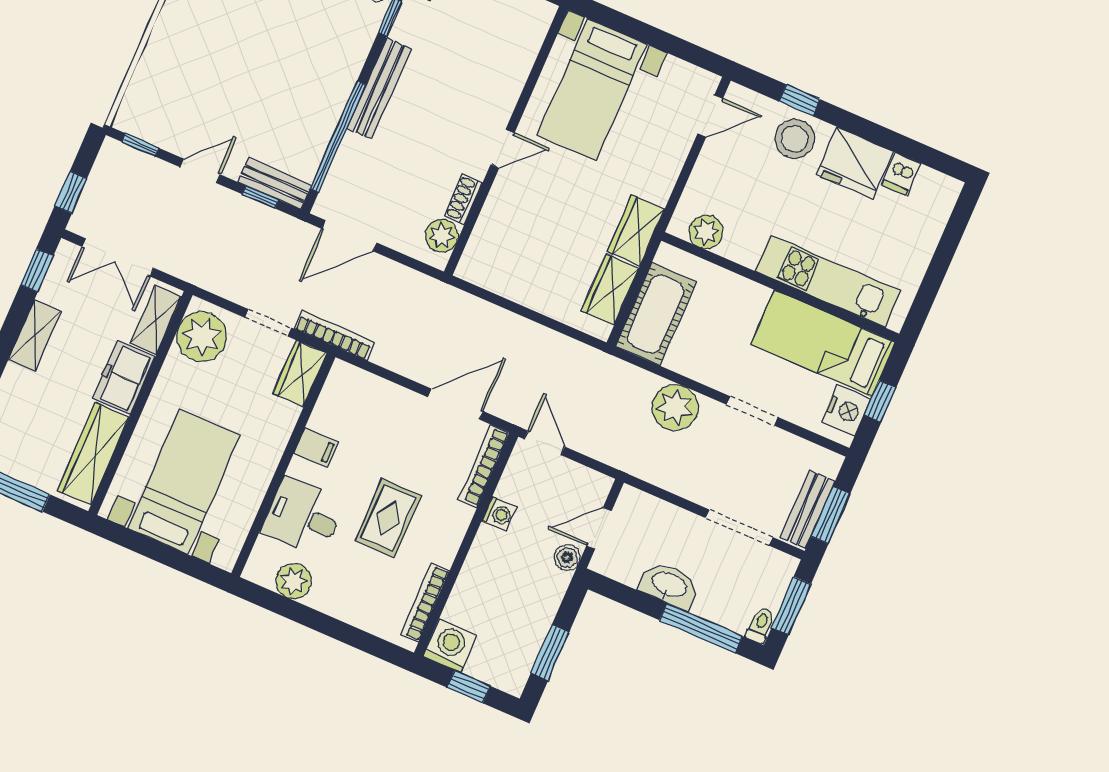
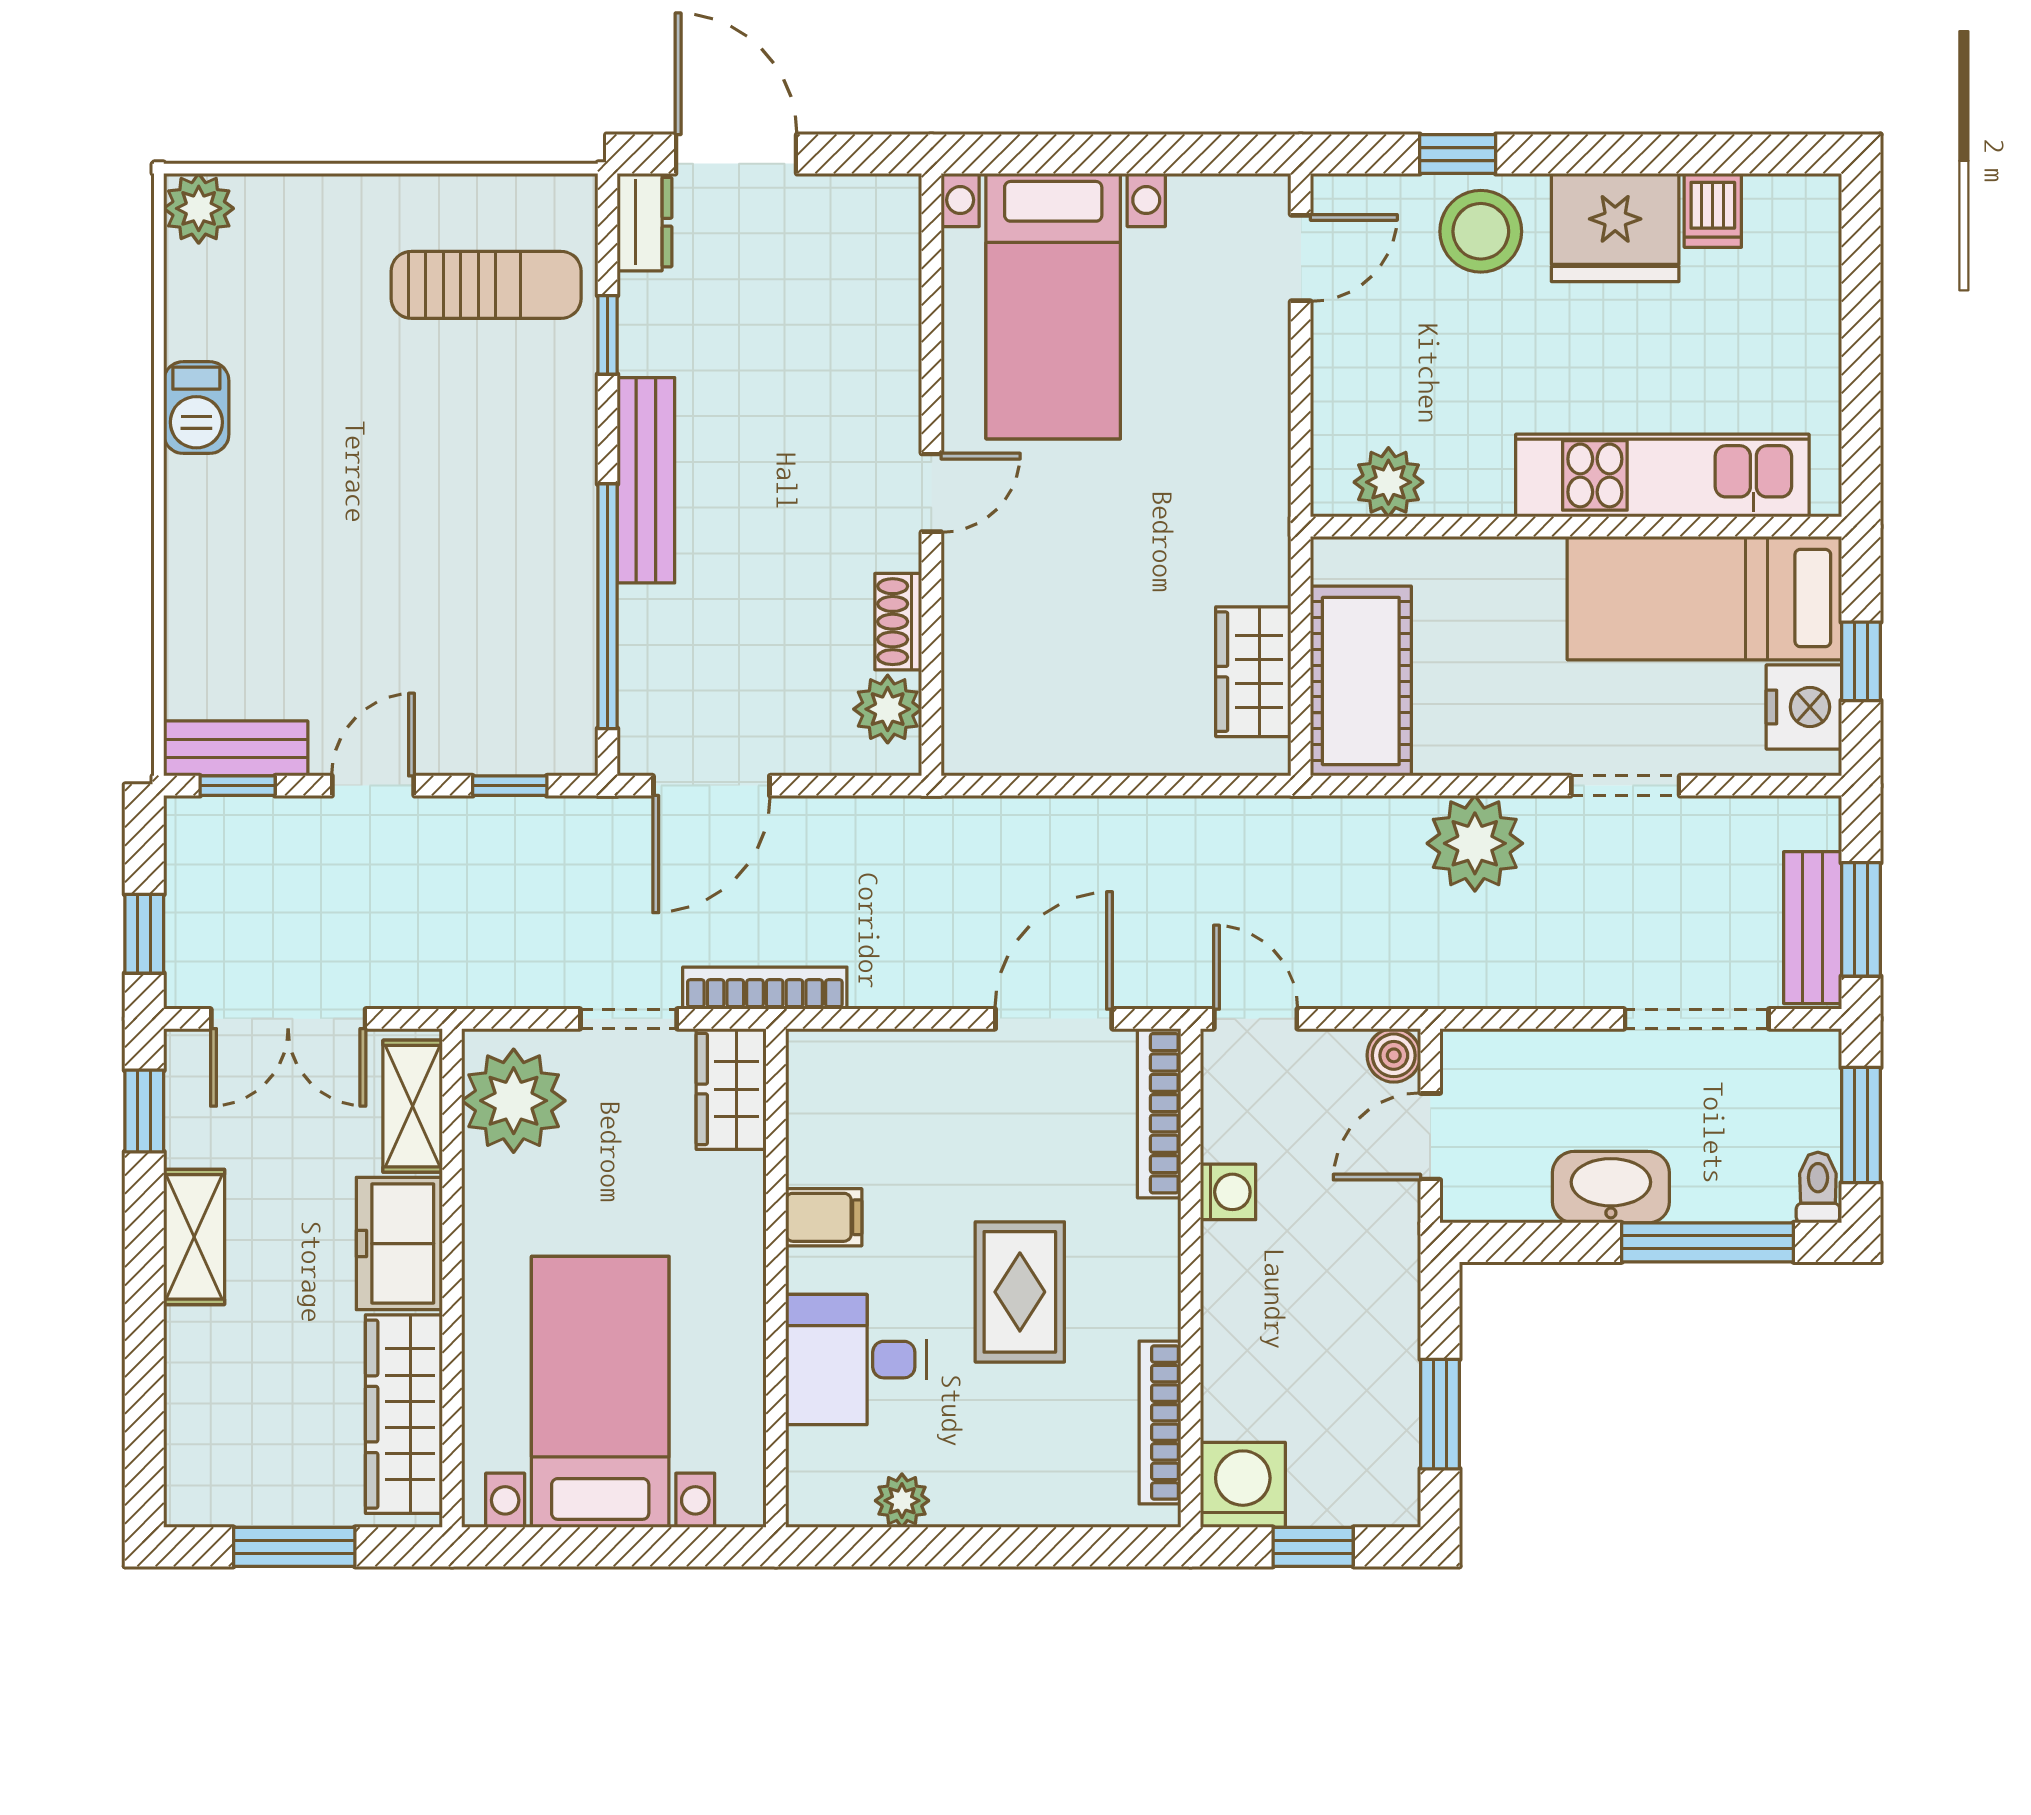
bench: (275, 184) -> (236, 748), moved
wardrobe: (636, 230) -> (1254, 537), removed
boiler: (567, 557) -> (1394, 1055), moved
plant: (294, 581) -> (902, 1501), width x0.73, depth x0.73

